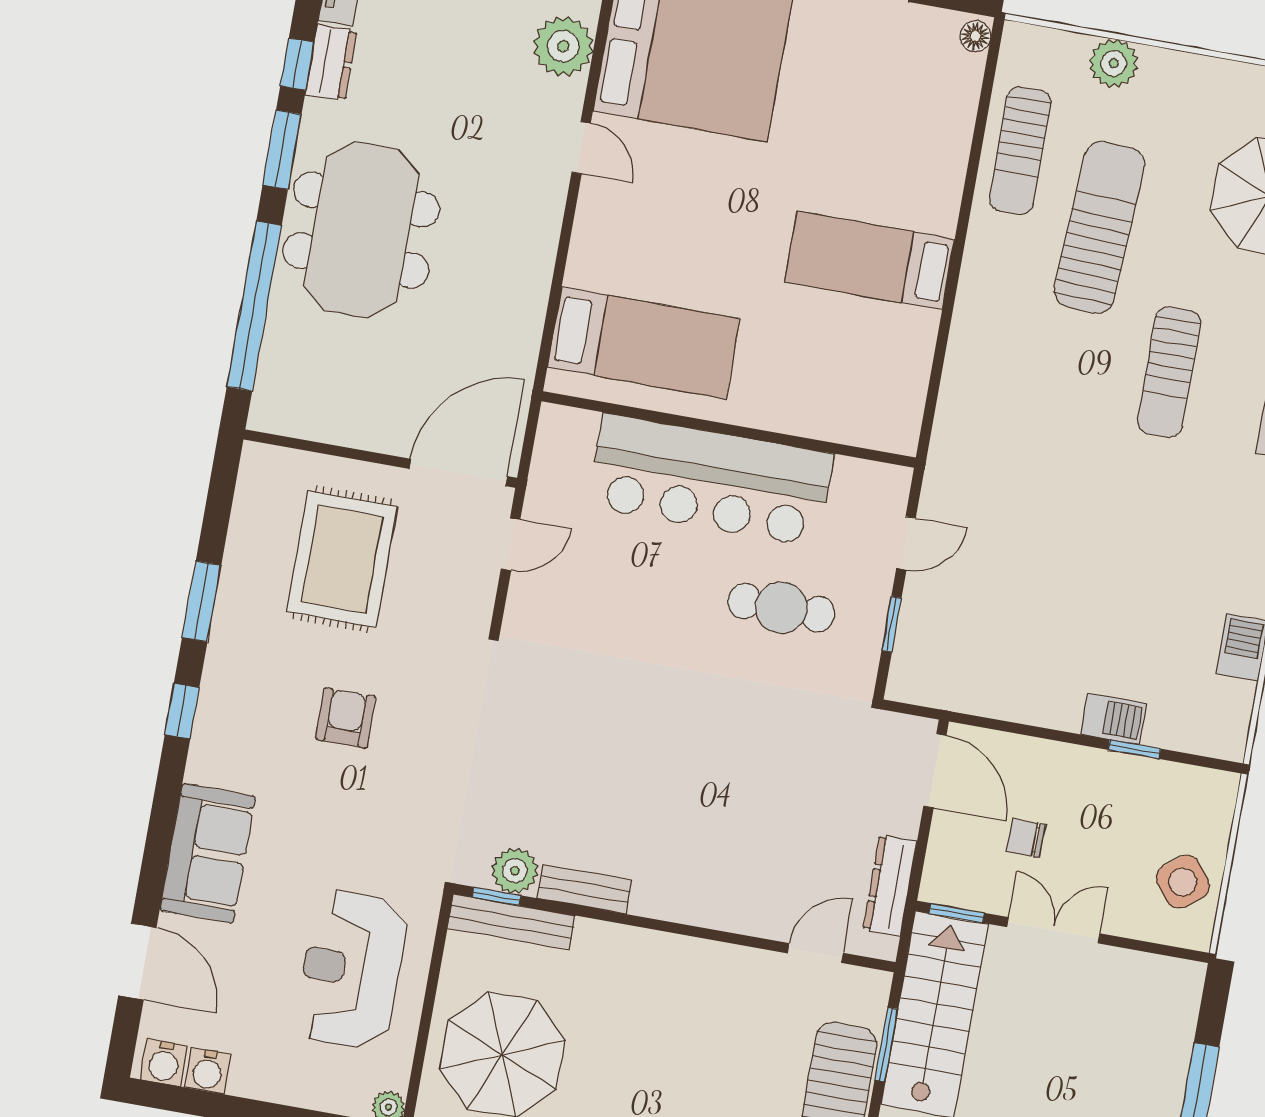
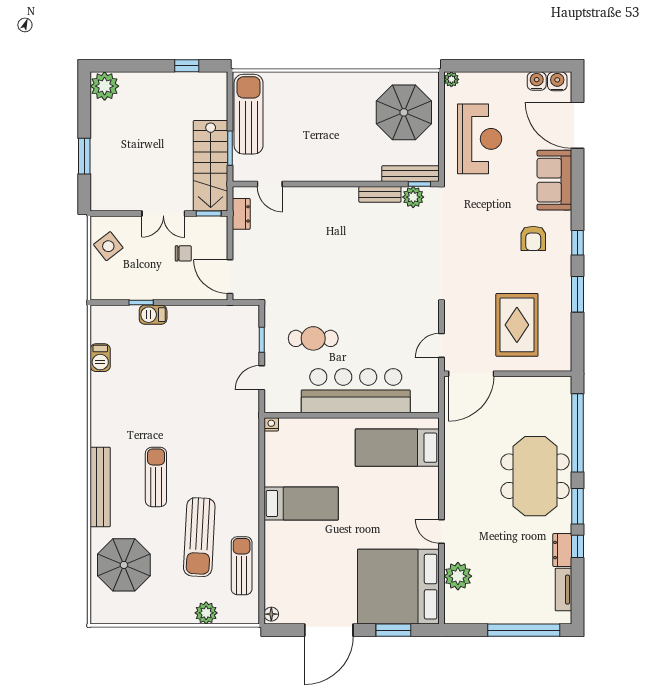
nightstand: (903, 441) -> (271, 424), added
armchair: (346, 718) -> (533, 238), moved
dresser: (890, 886) -> (241, 214), width x0.70
door: (815, 953) -> (270, 184), hinge flipped
door: (137, 961) -> (578, 125), width x1.36

